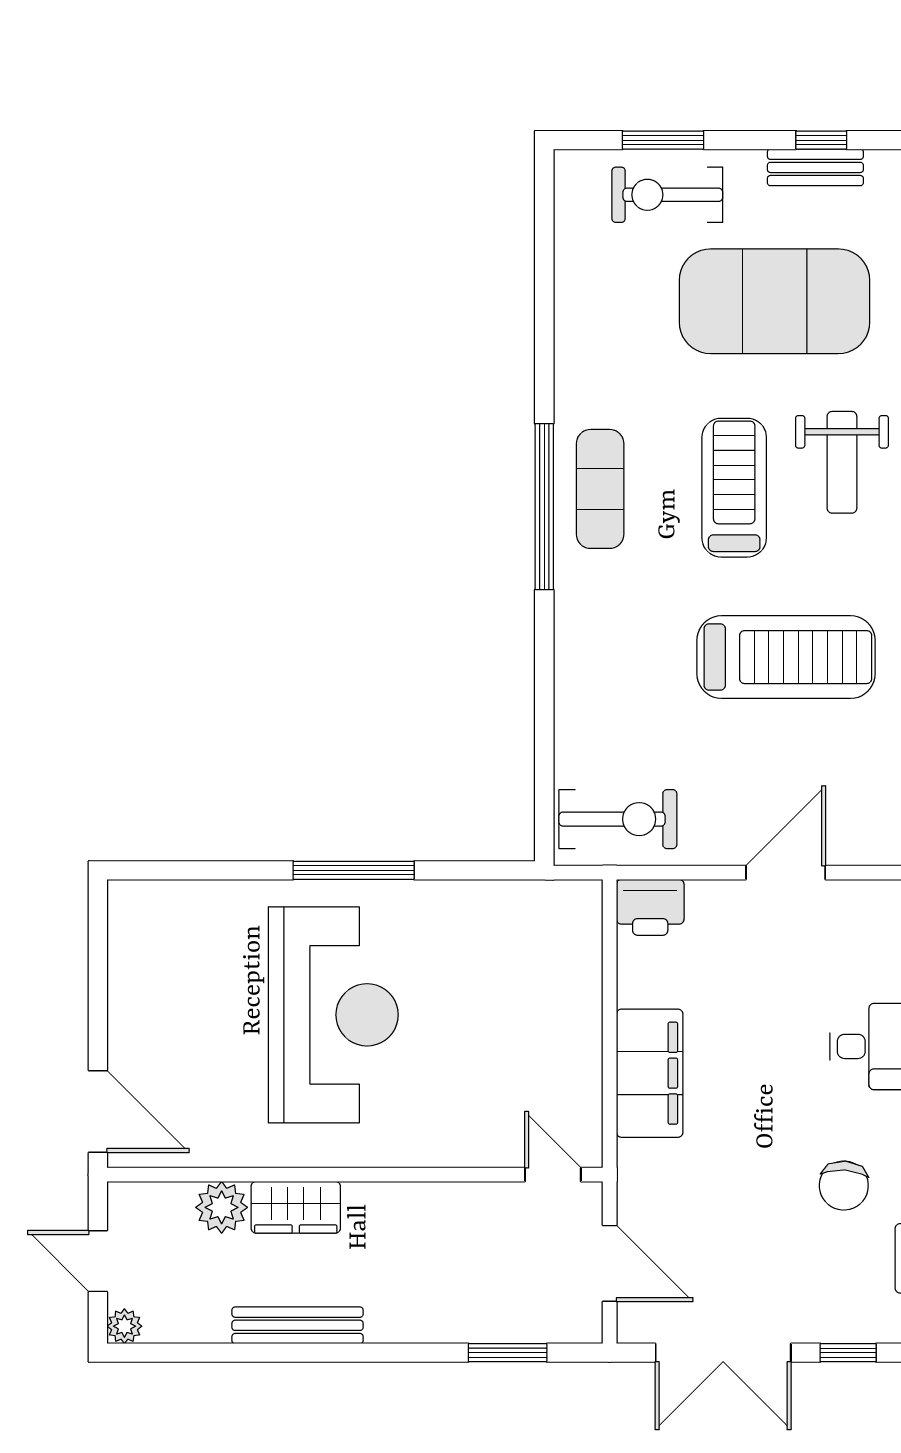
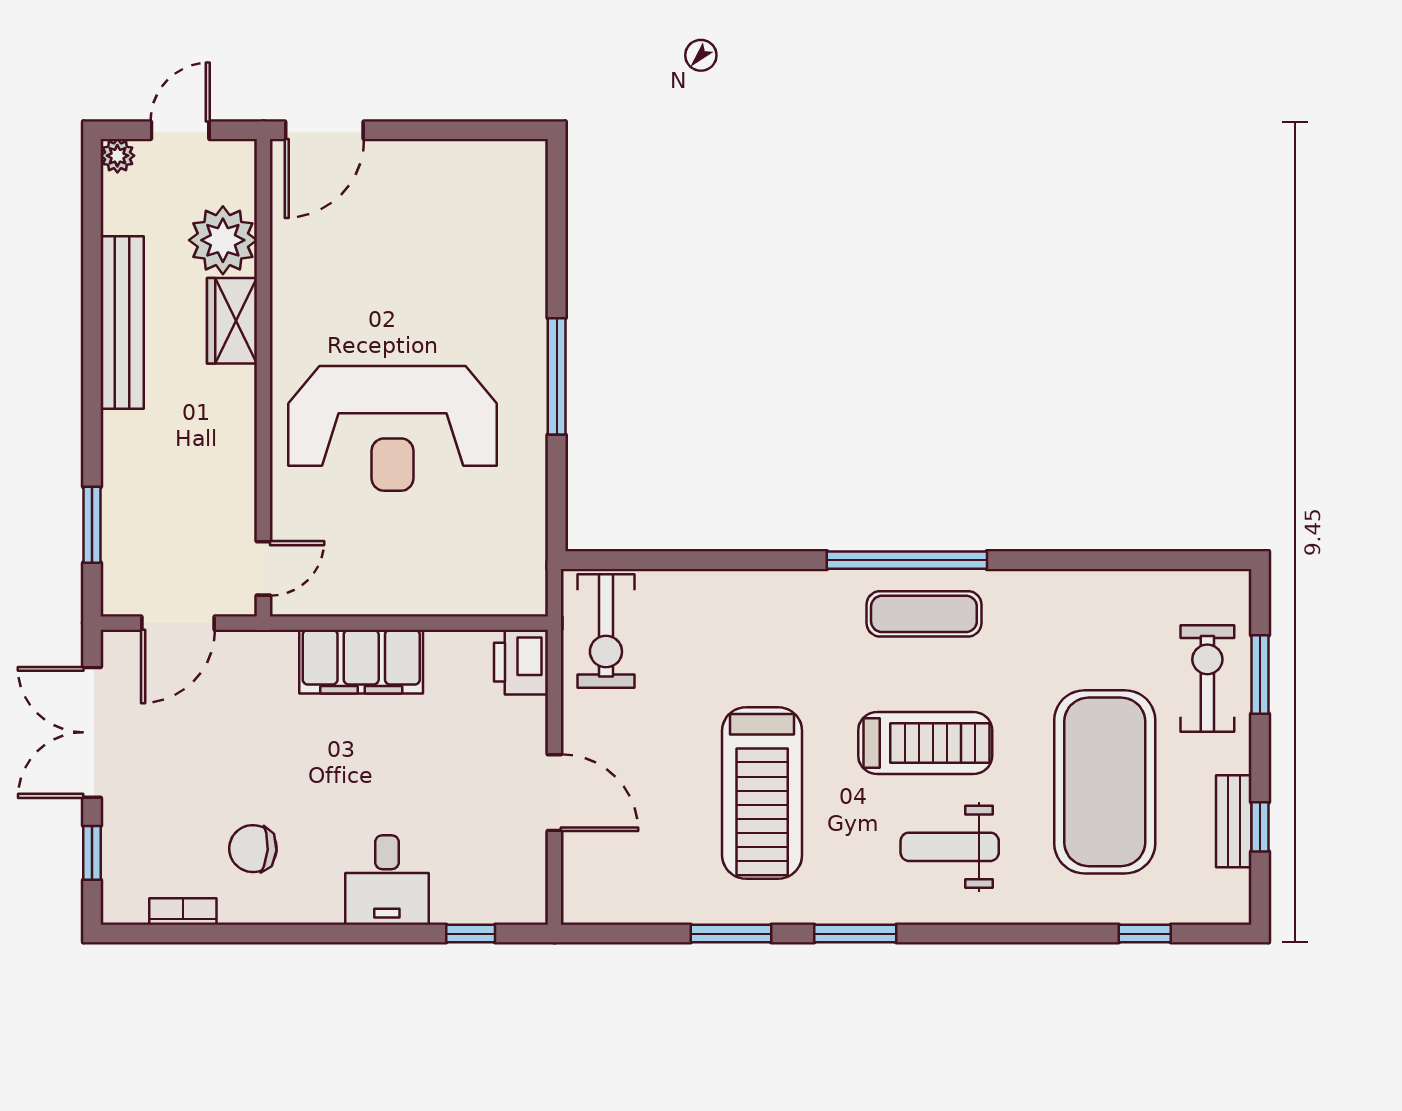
reception desk: (333, 1015) -> (393, 428), moved
plant: (222, 1207) -> (223, 240), width x1.36, depth x1.36
bench: (298, 1325) -> (122, 322), width x1.37, depth x1.21

